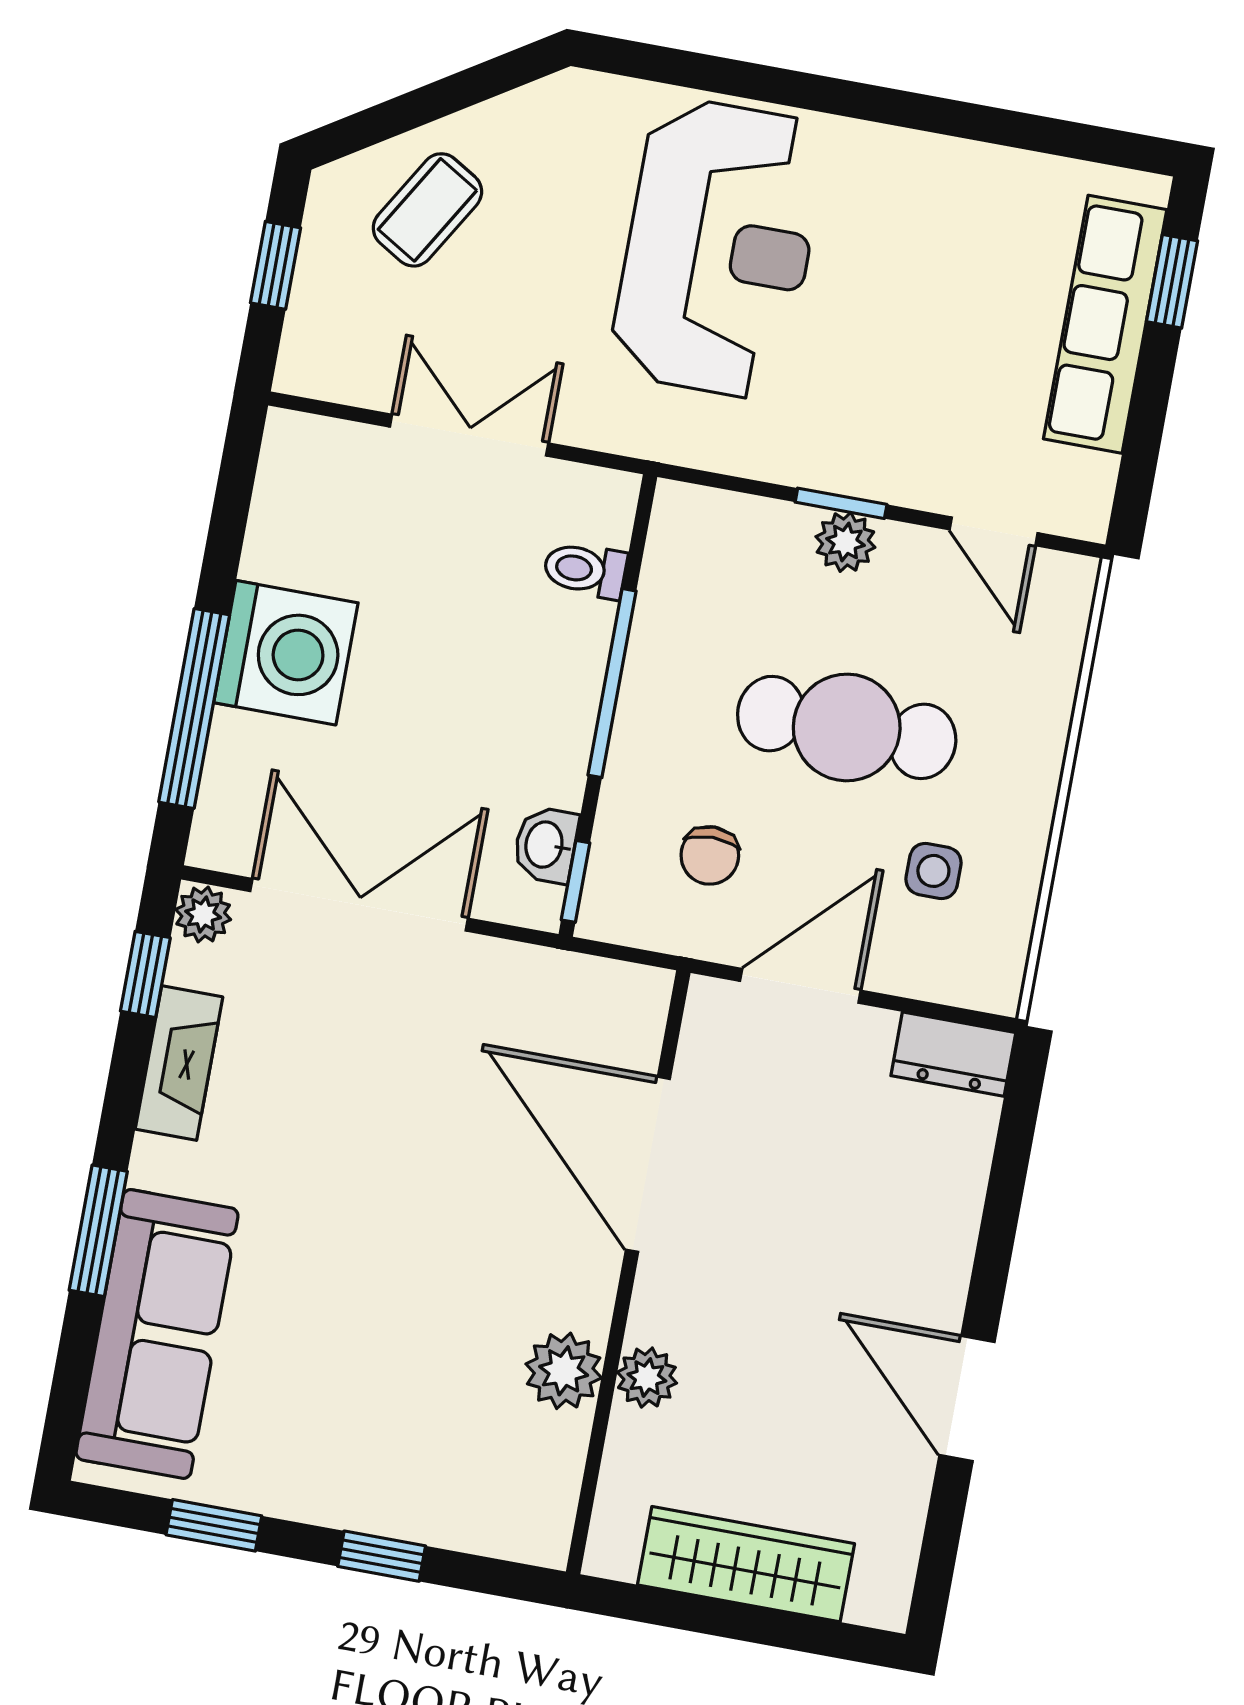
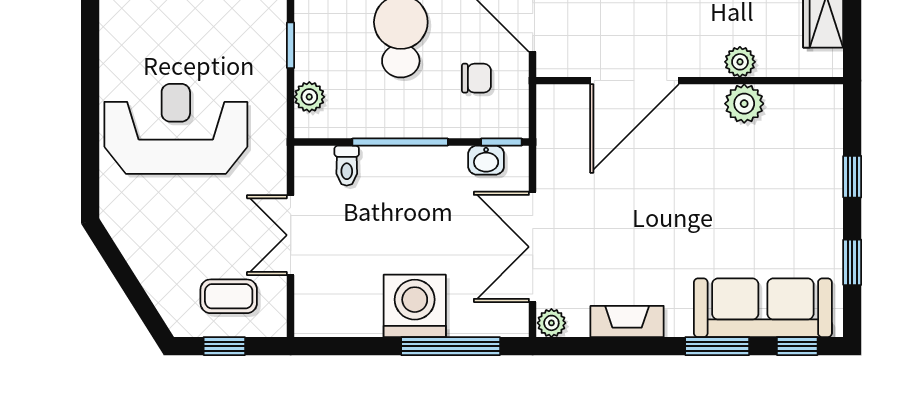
coffee table: (427, 210) -> (229, 296), moved, turned -31
plant: (845, 542) -> (309, 97), moved
window: (145, 974) -> (797, 346), moved

